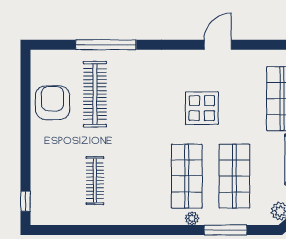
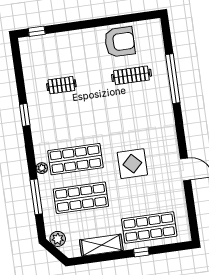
clothes rail: (95, 94) -> (131, 75), width x0.73, depth x0.76
clothes rail: (95, 181) -> (61, 85), width x0.73
window: (125, 230) -> (25, 115), added

